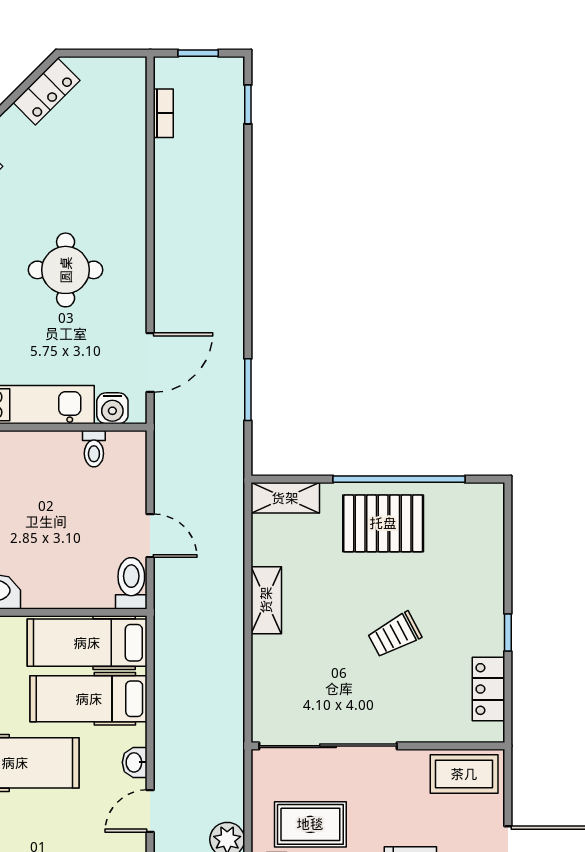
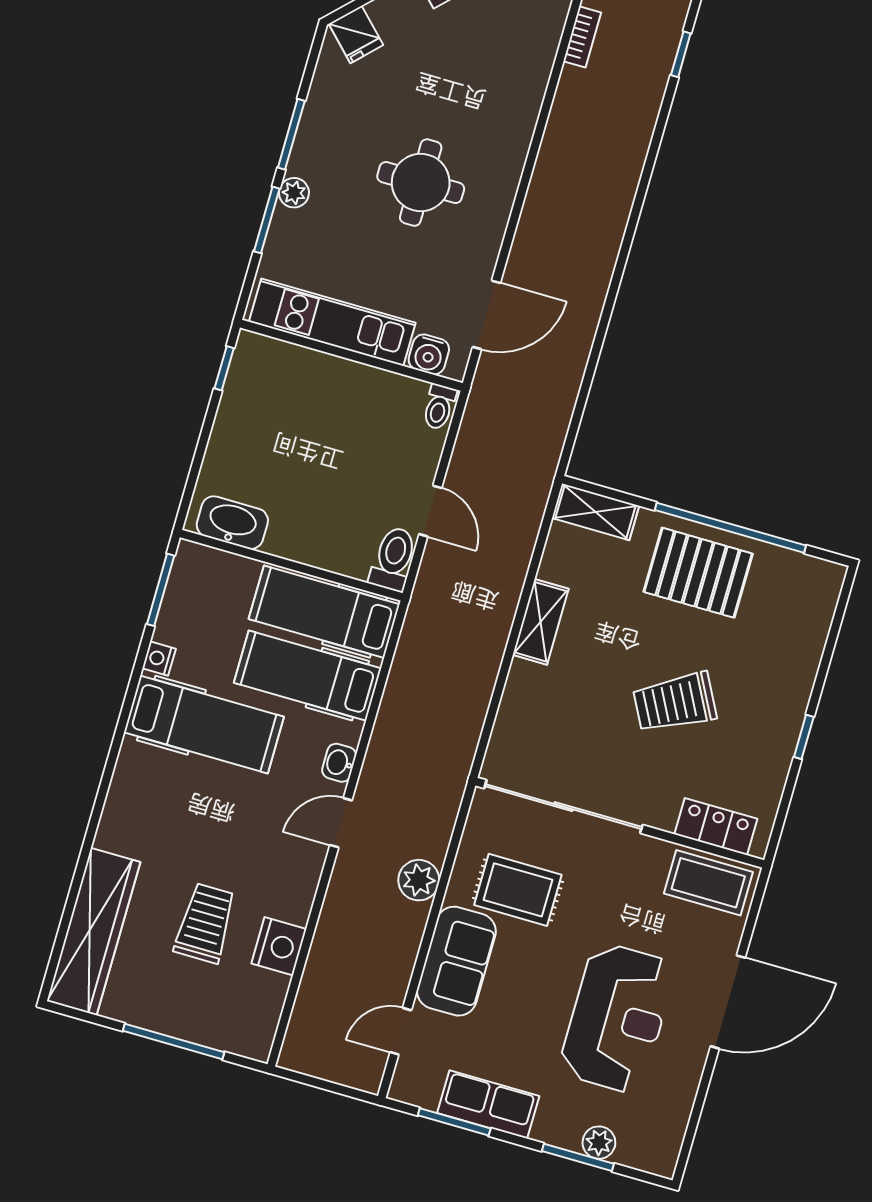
window: (248, 390) -> (588, 377), removed
toilet: (94, 449) -> (439, 407), moved
trolley: (395, 635) -> (675, 702), width x1.36, depth x1.39
locker: (489, 689) -> (716, 827), moved, turned 90

